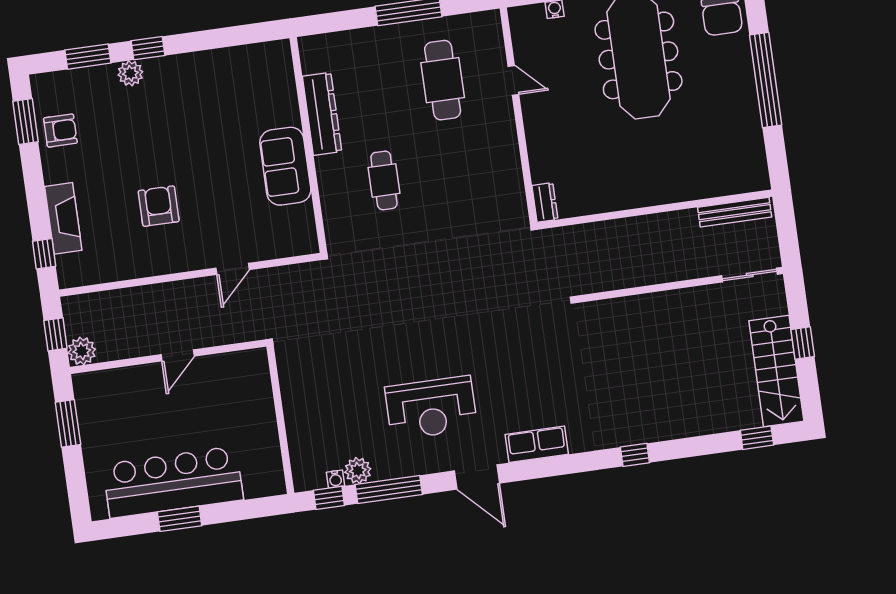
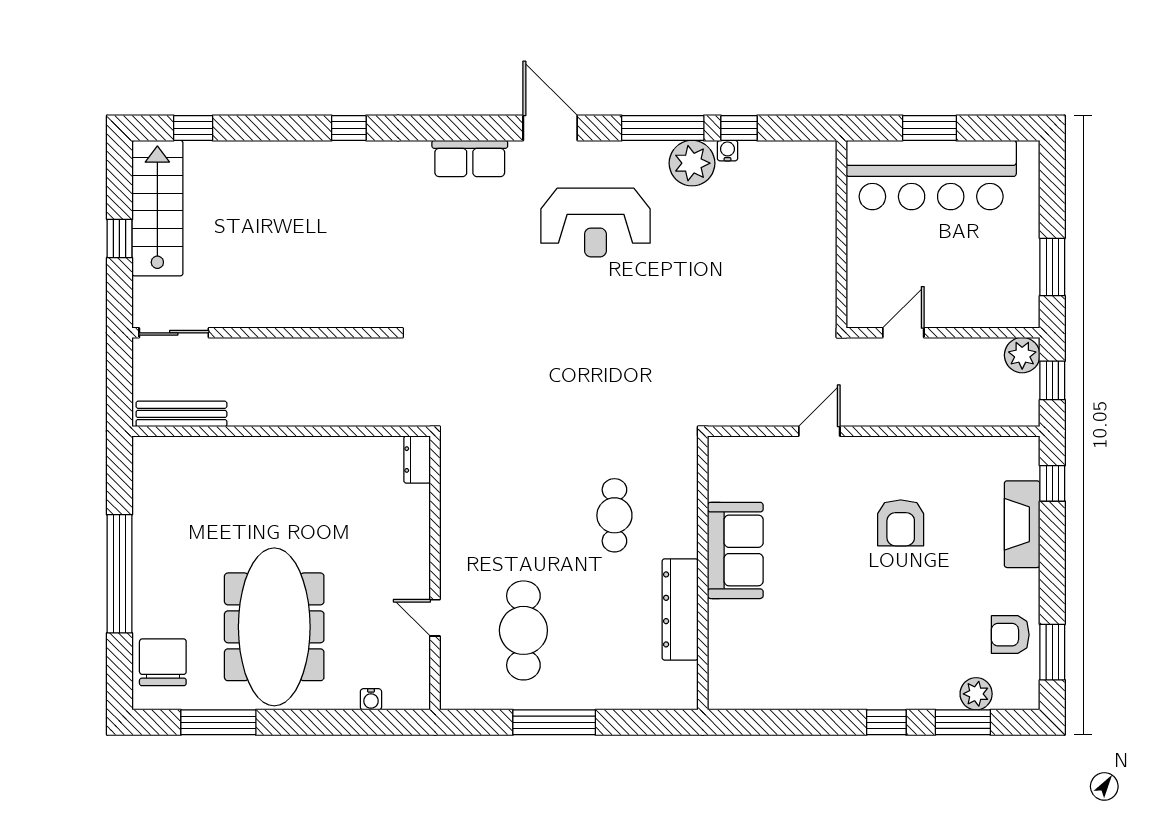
plant: (130, 73) -> (976, 694), moved
reception desk: (431, 408) -> (595, 223), turned 180
wall: (280, 420) -> (841, 234), moved
plant: (358, 471) -> (692, 163), width x1.36, depth x1.36

